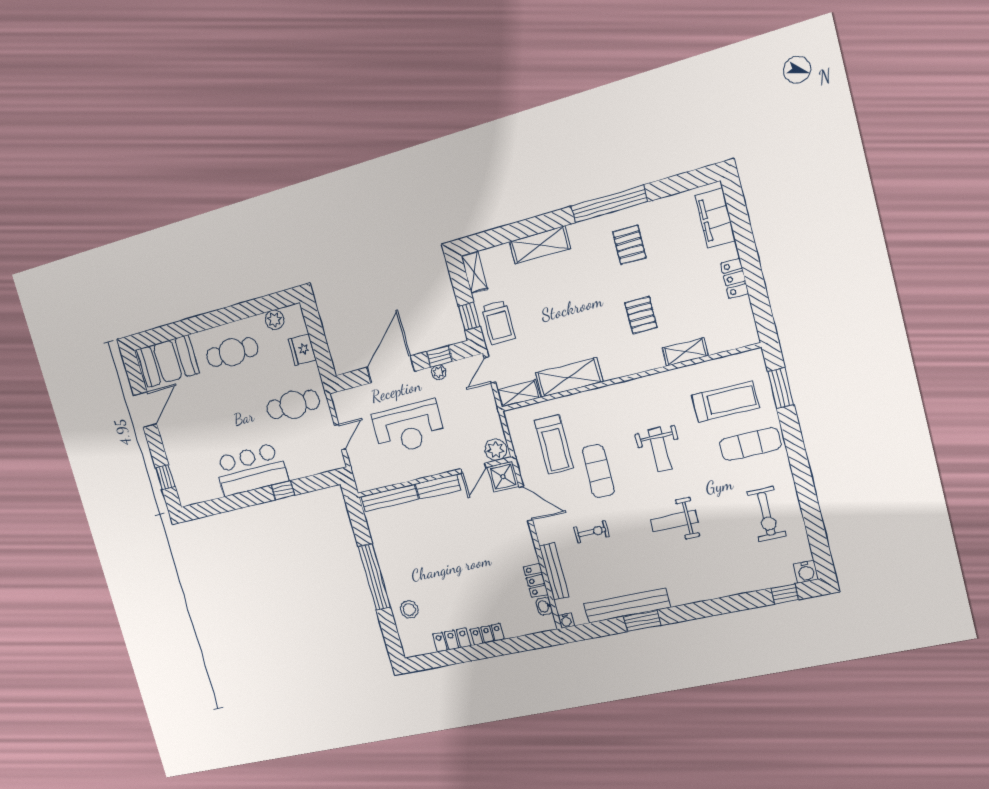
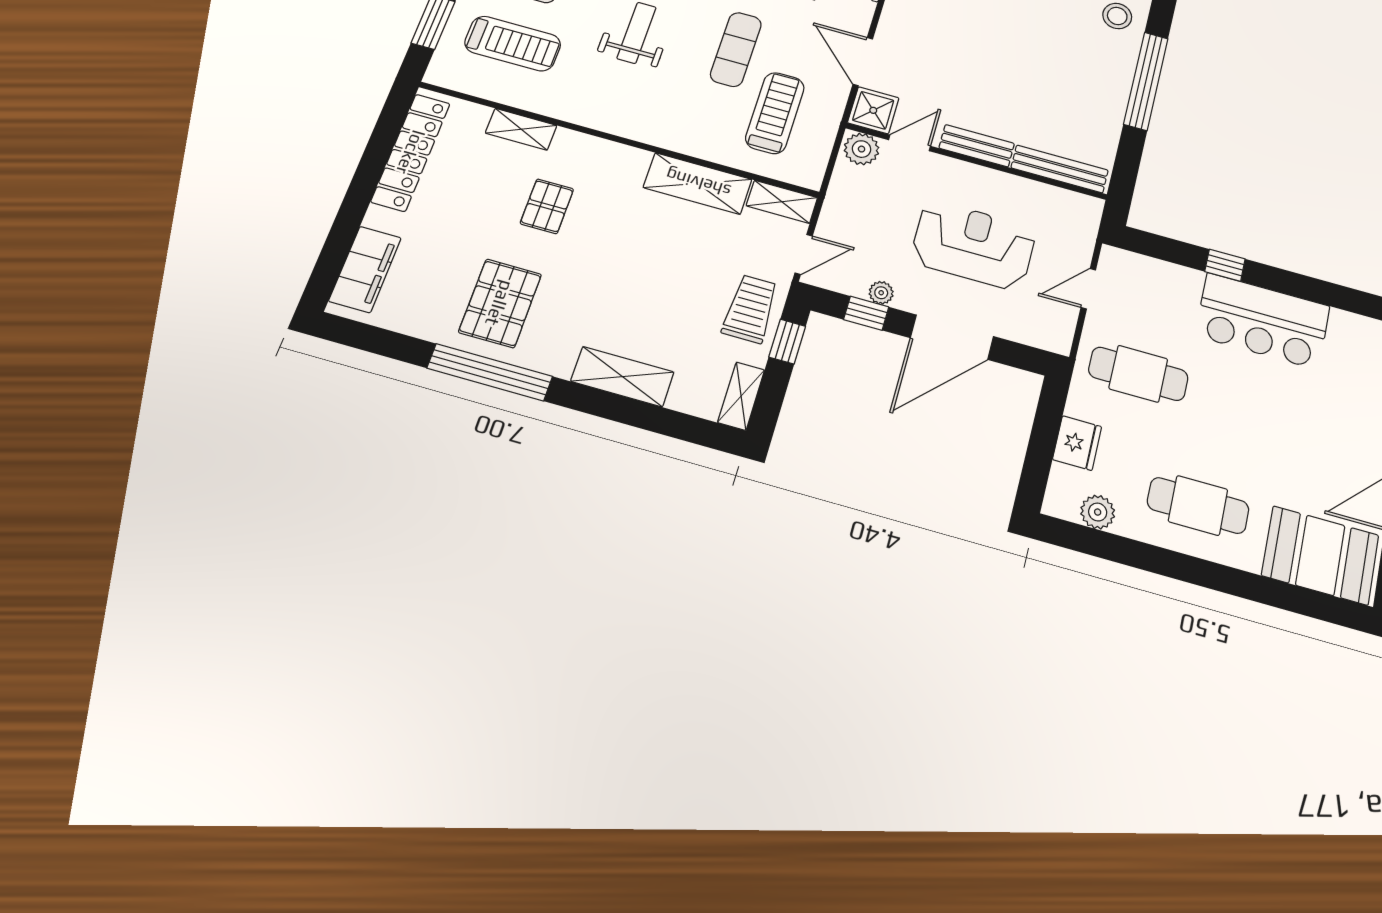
pallet: (629, 245) -> (500, 303), width x1.50, depth x1.42
locker: (734, 278) -> (411, 152), width x2.16, depth x1.21
treadmill: (725, 402) -> (513, 44), turned 180

